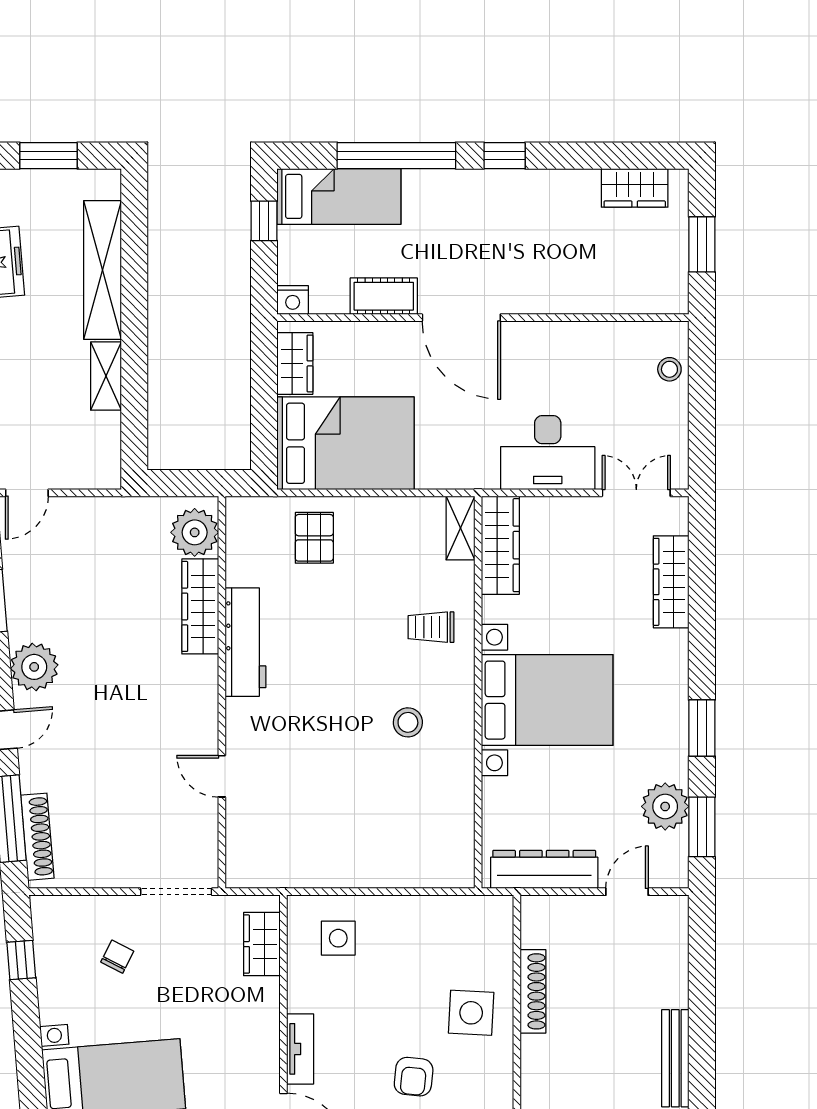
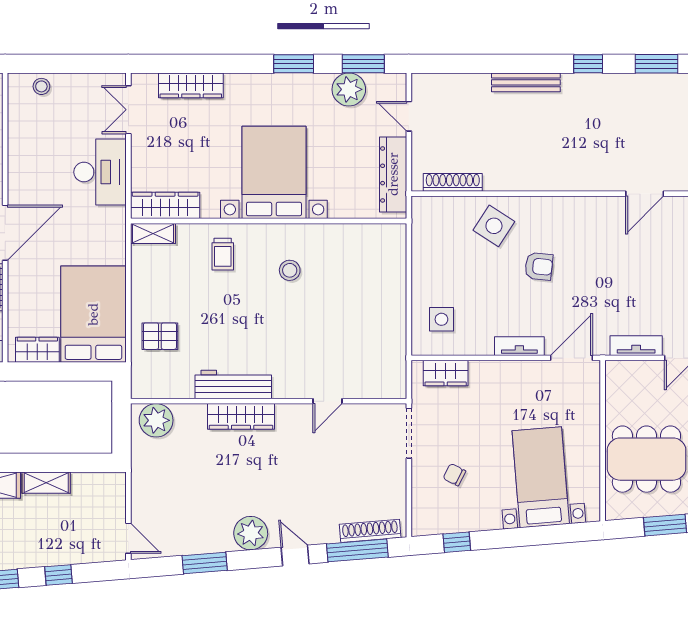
wardrobe: (200, 606) -> (241, 416), moved
shoe rack: (533, 991) -> (453, 182), moved
side table: (471, 1013) -> (494, 226), turned 30

